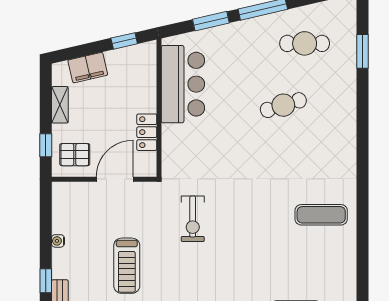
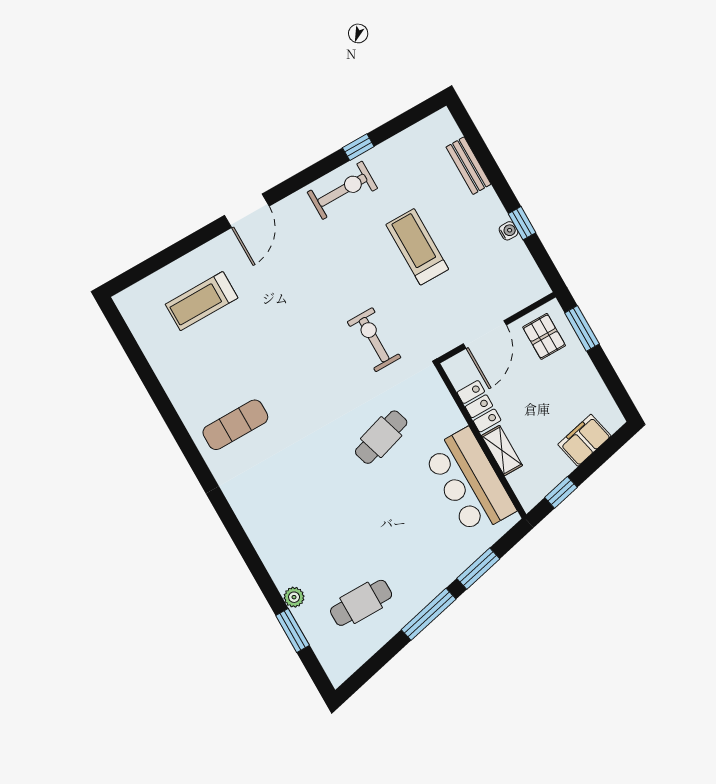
plant: (348, 74) -> (294, 597), added
shelving: (60, 105) -> (502, 450), moved
cafe table: (283, 105) -> (381, 437), moved
window: (46, 145) -> (582, 328), width x1.50
pallet: (75, 155) -> (544, 336), turned 90
window: (46, 281) -> (522, 223), moved

